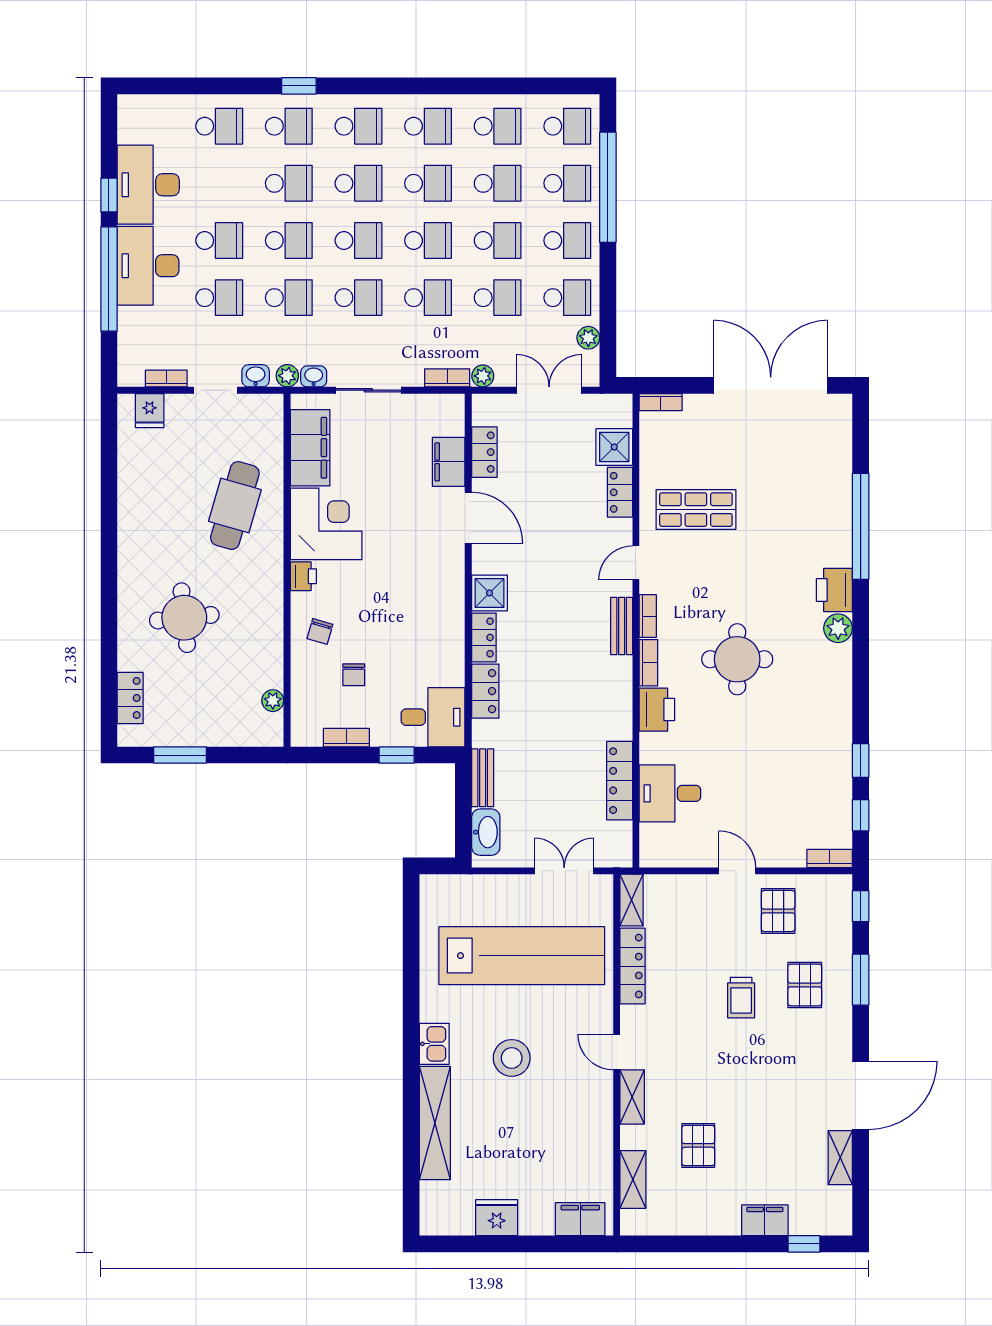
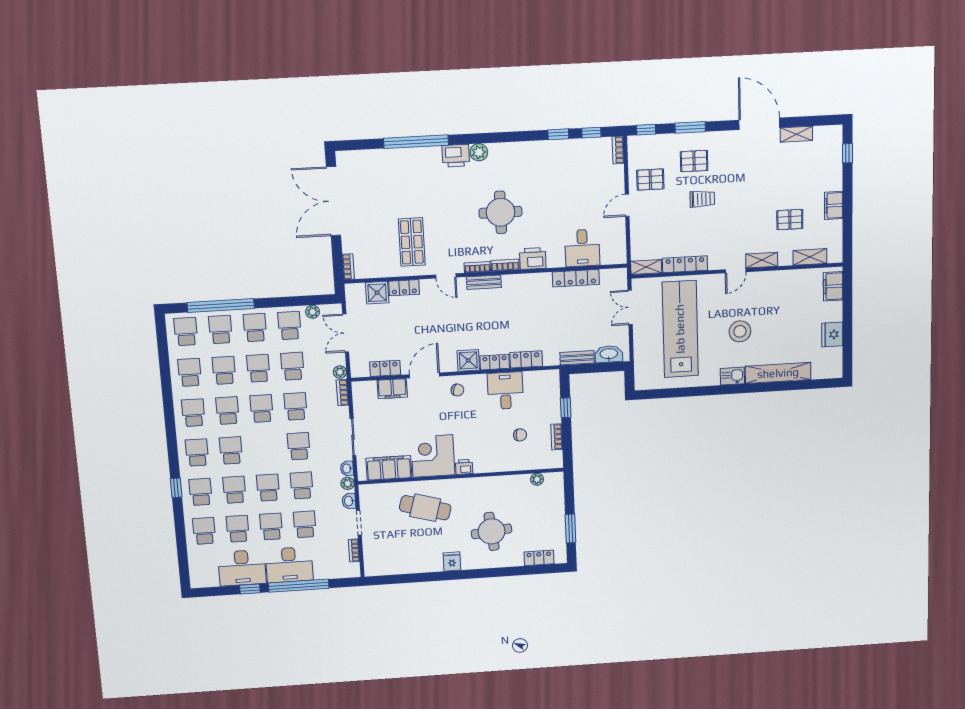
school desk: (358, 240) -> (238, 529), moved
fridge: (150, 411) -> (452, 562), moved, turned -90
chair: (320, 631) -> (457, 390), moved
desk: (433, 717) -> (505, 391), moved
filing cabinet: (765, 1220) -> (834, 205), moved

